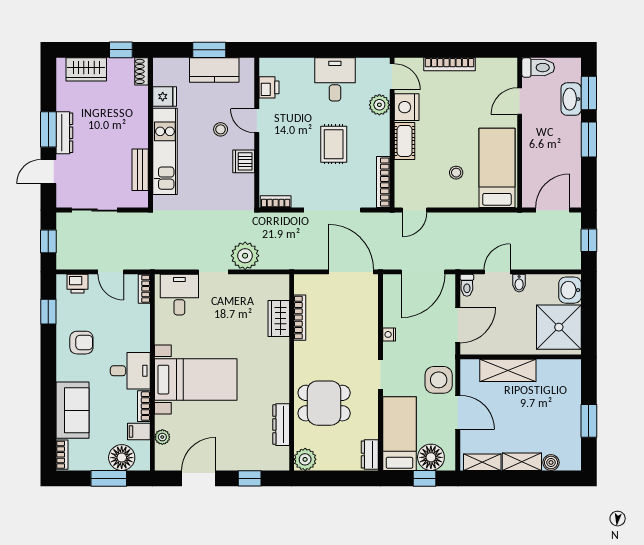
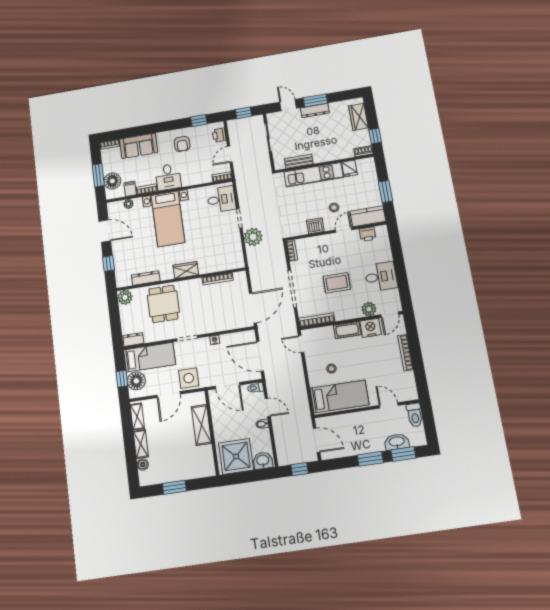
kitchen counter: (214, 70) -> (368, 216), moved, turned 90
wardrobe: (279, 318) -> (186, 270), moved

